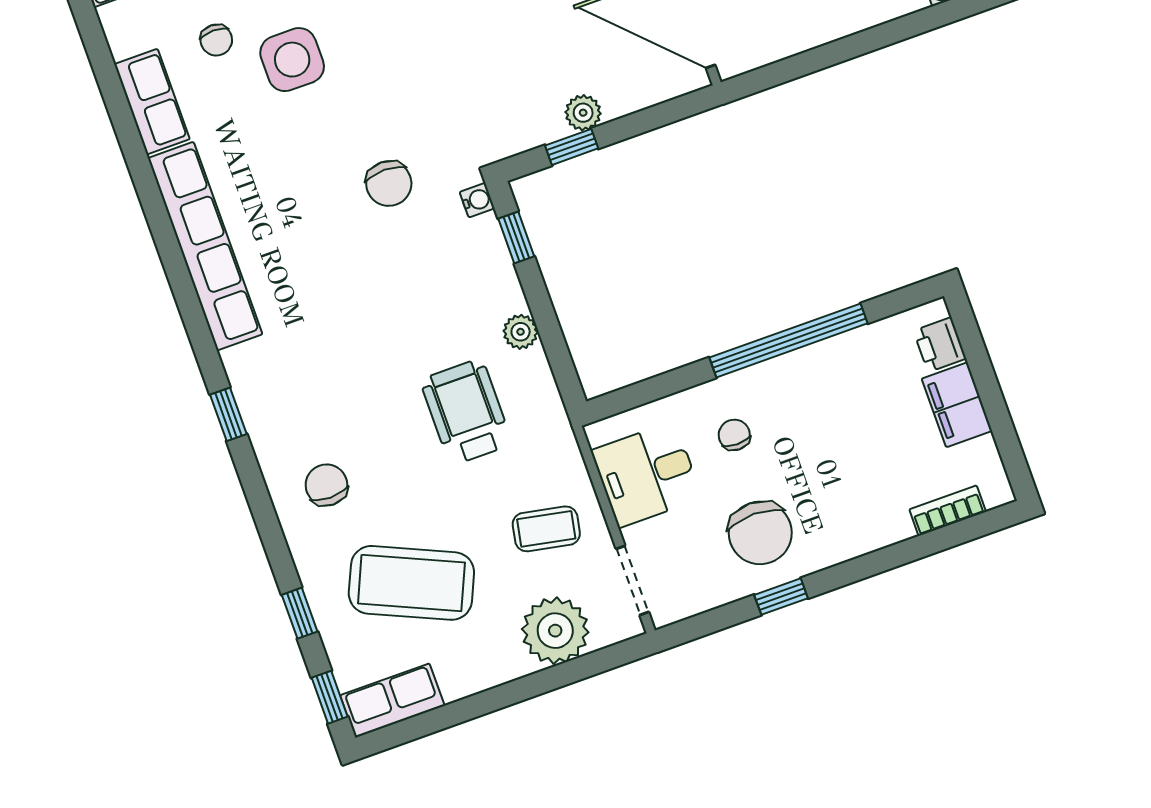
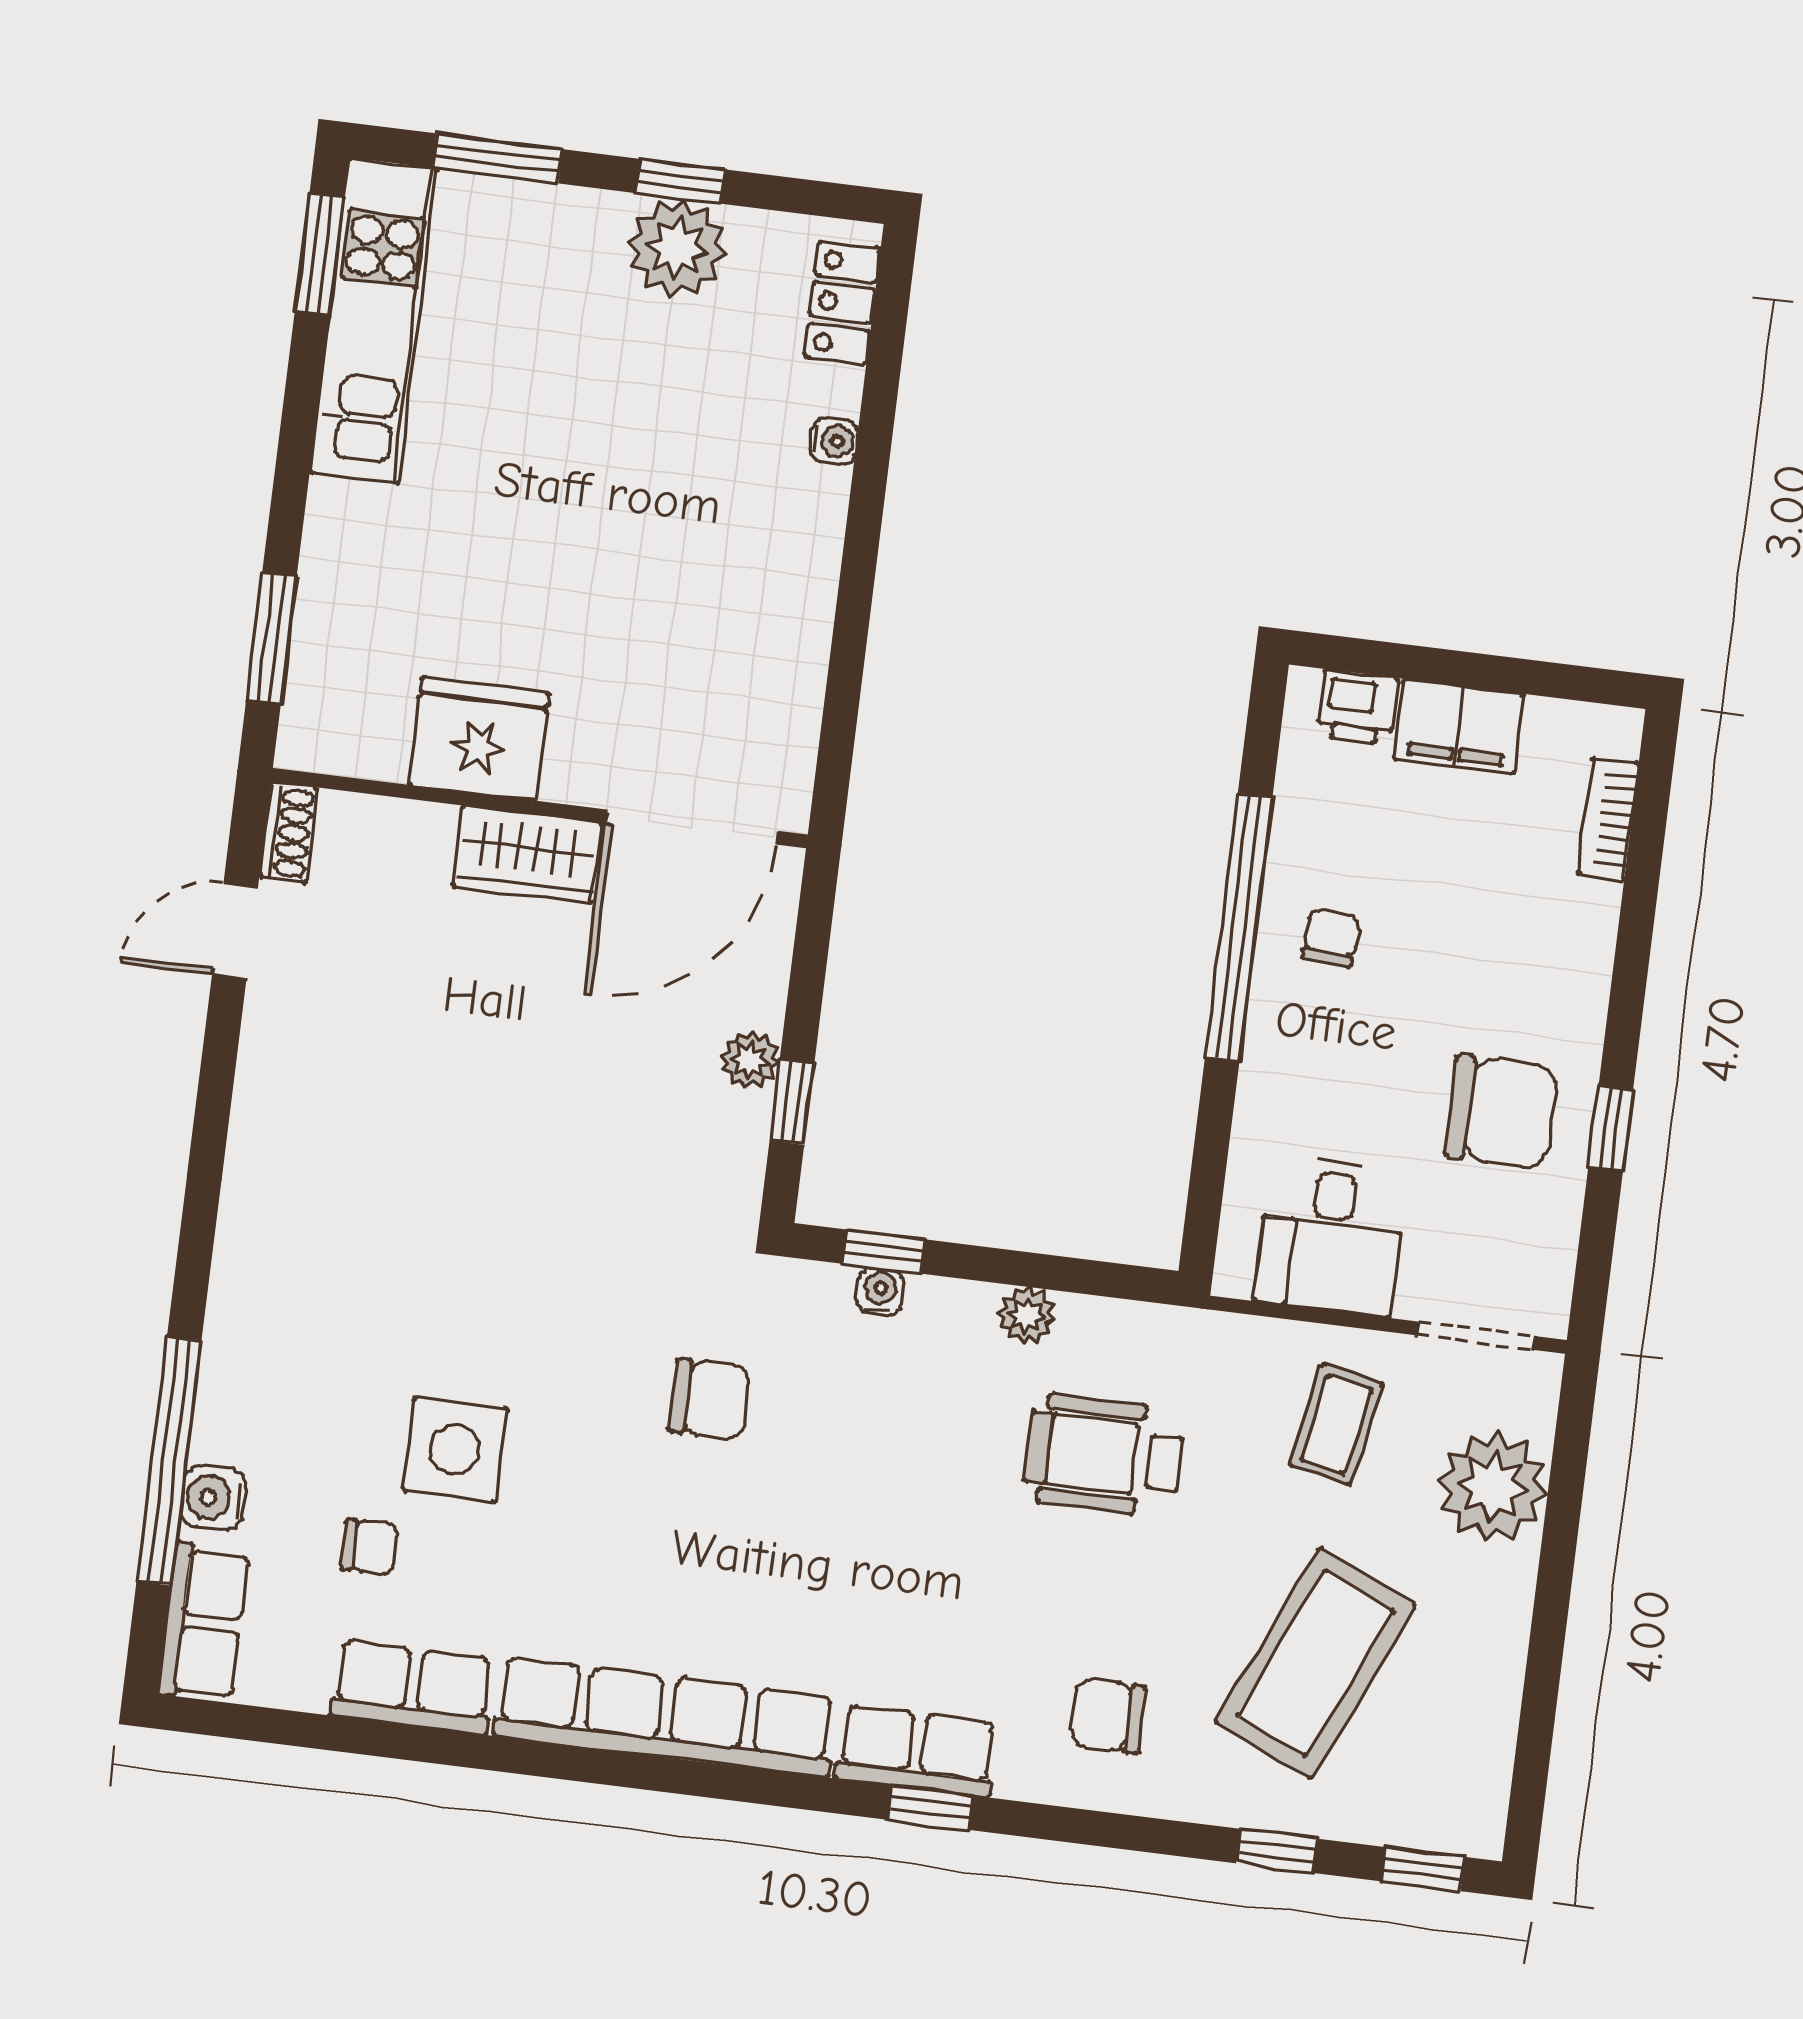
water cooler: (477, 200) -> (880, 1291), moved
chair: (734, 435) -> (1331, 938), moved, turned 95
row of seats: (392, 700) -> (916, 1751), moved, turned 90

